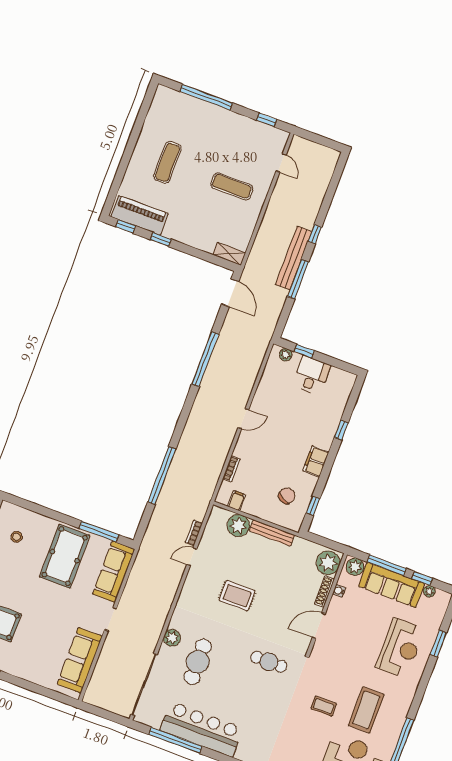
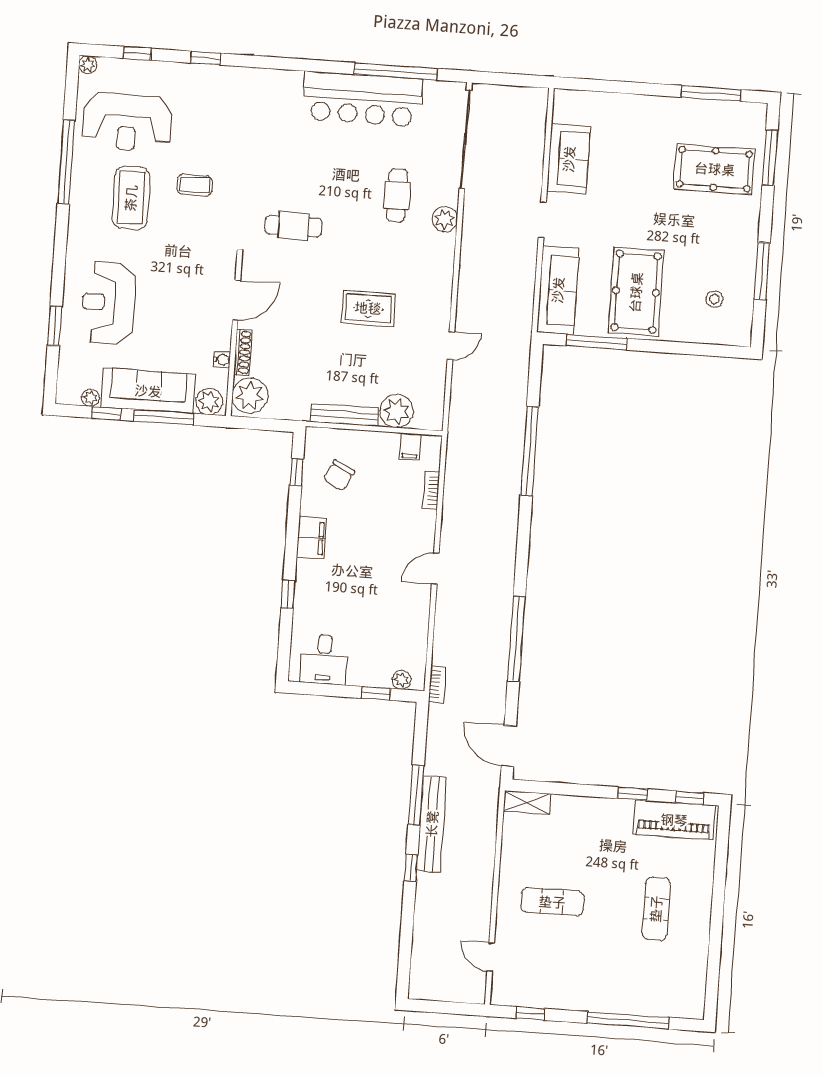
desk: (312, 375) -> (324, 659), moved
bookcase: (194, 533) -> (437, 684), moved
sofa: (80, 660) -> (569, 159), width x0.73
cafe table: (198, 662) -> (397, 195), width x0.73, depth x0.74

